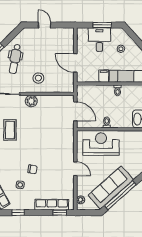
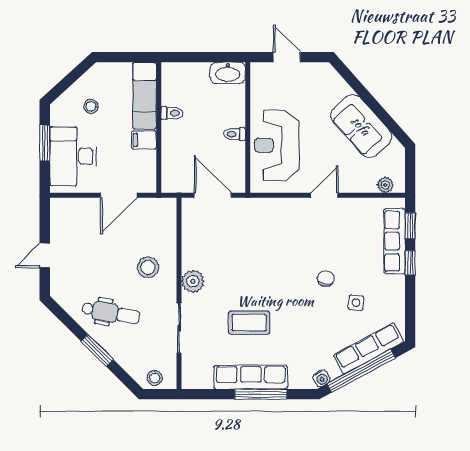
desk: (99, 40) -> (73, 156), width x1.37
door: (75, 111) -> (213, 195), hinge flipped
sofa: (111, 187) -> (361, 126), width x0.73
window: (120, 195) -> (376, 108), removed
window: (18, 213) -> (410, 263), moved

